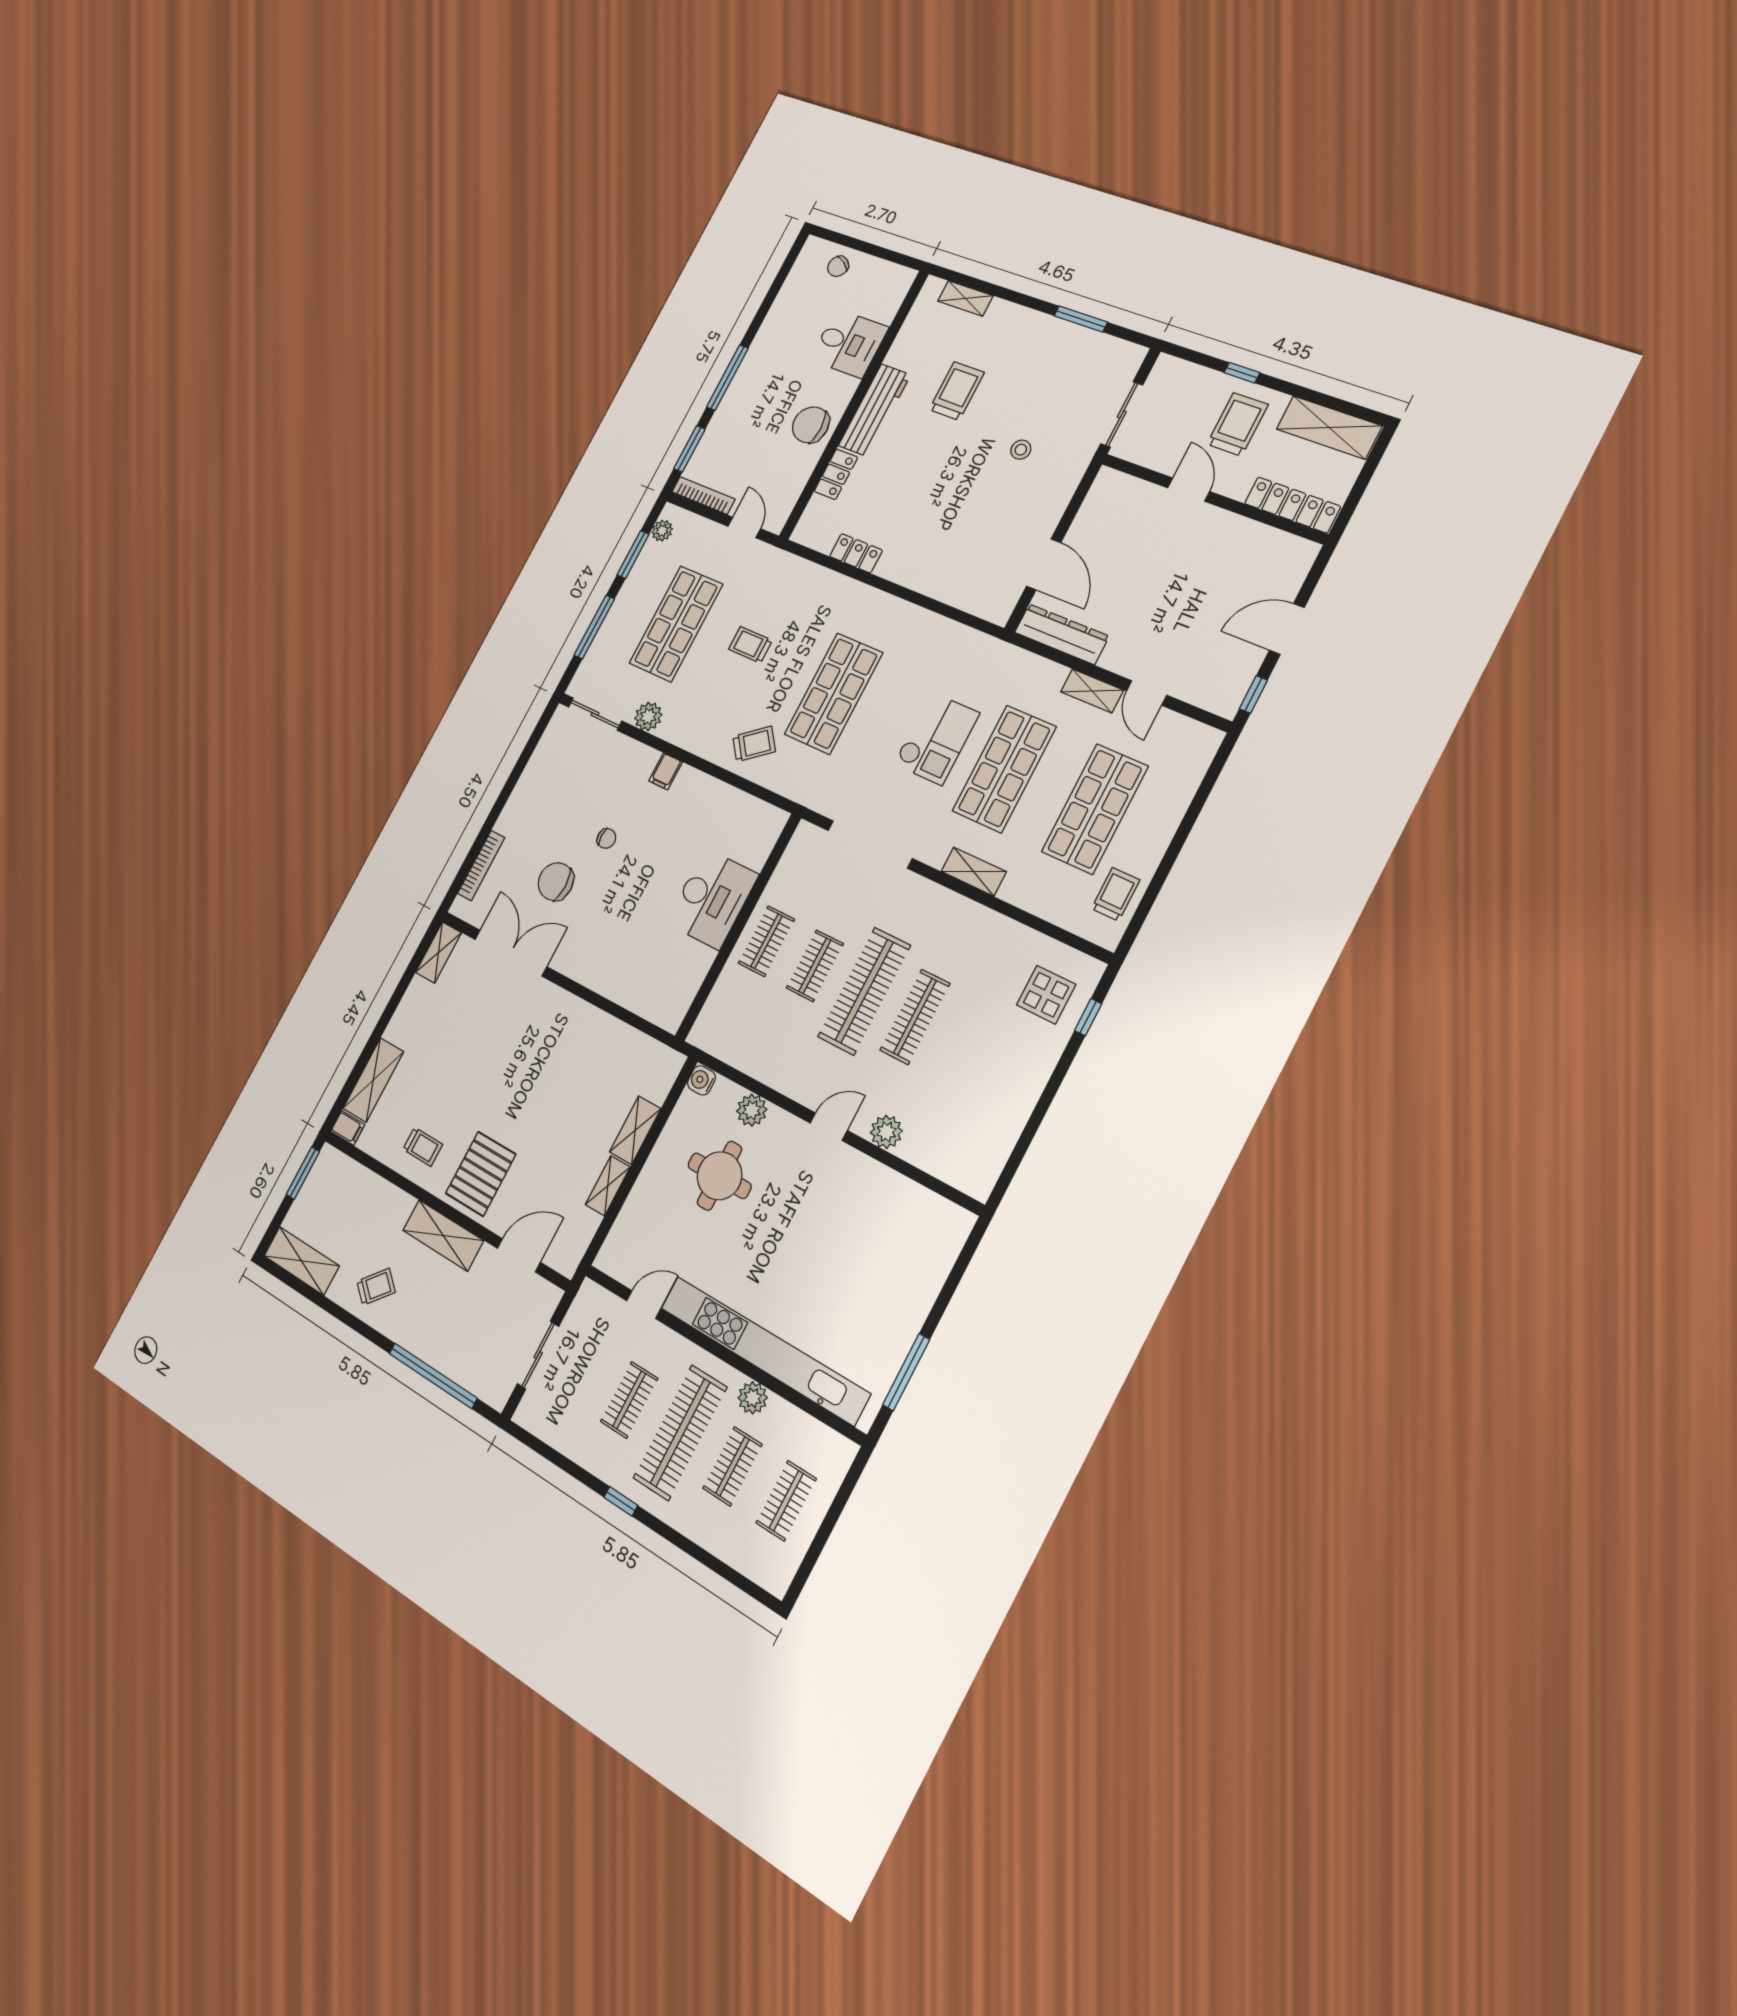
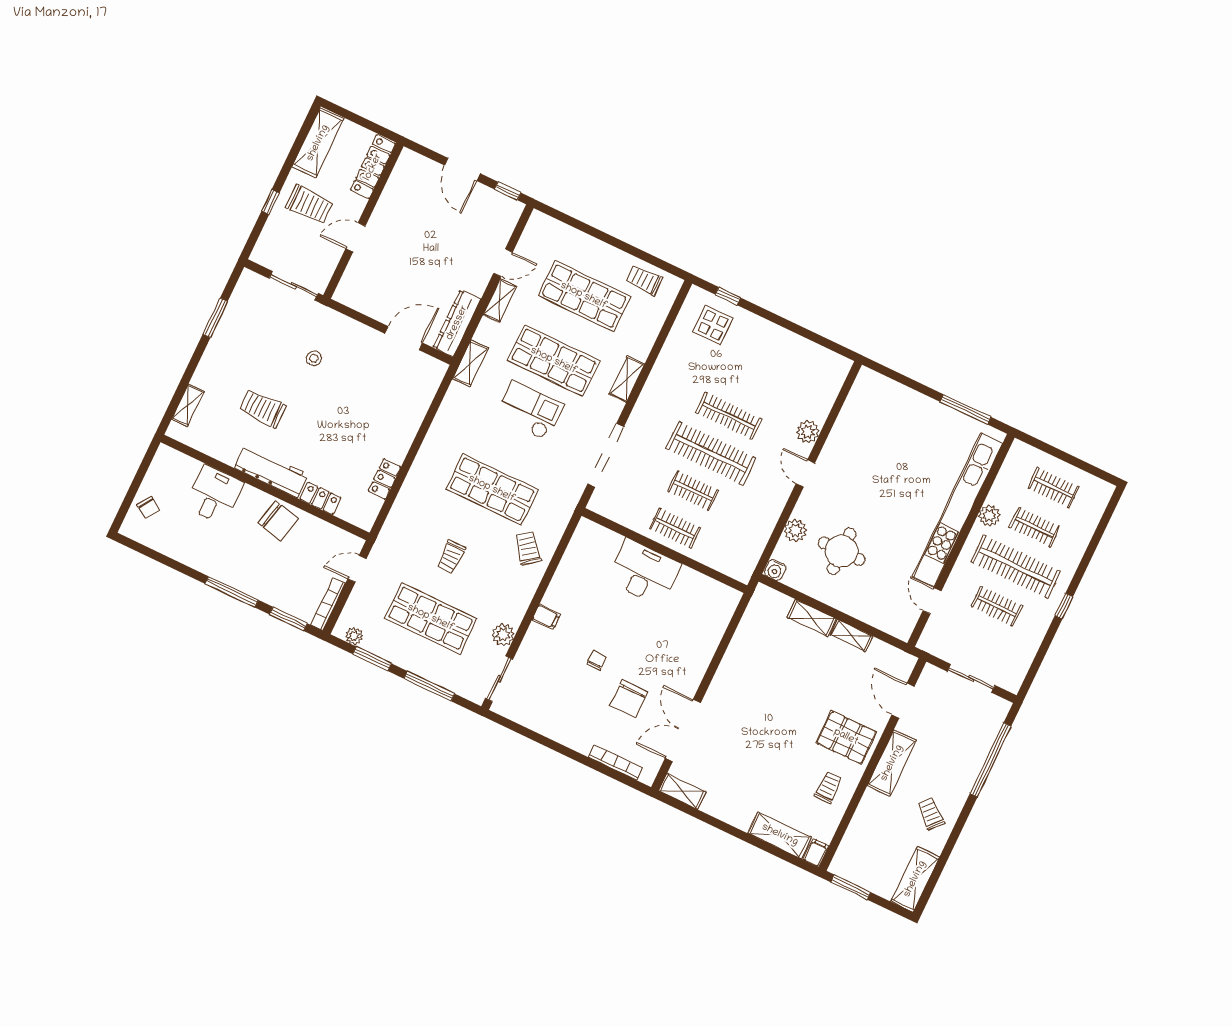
trolley: (1237, 424) -> (309, 204), turned 180
chair: (811, 425) -> (278, 521), turned -77
shelving: (1005, 656) -> (470, 363), added

